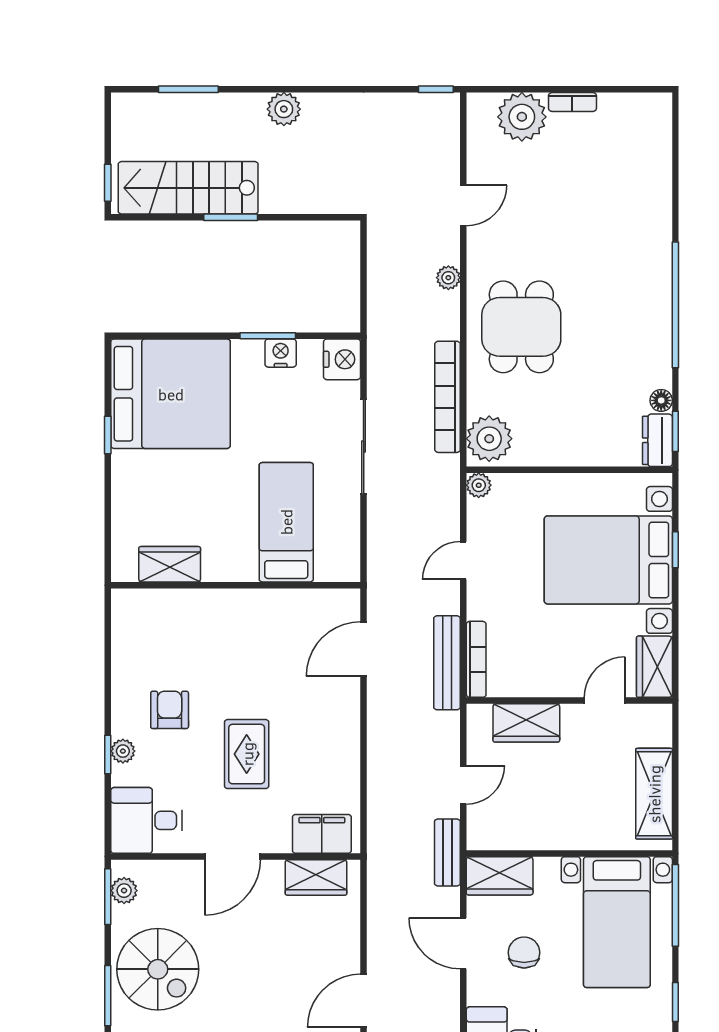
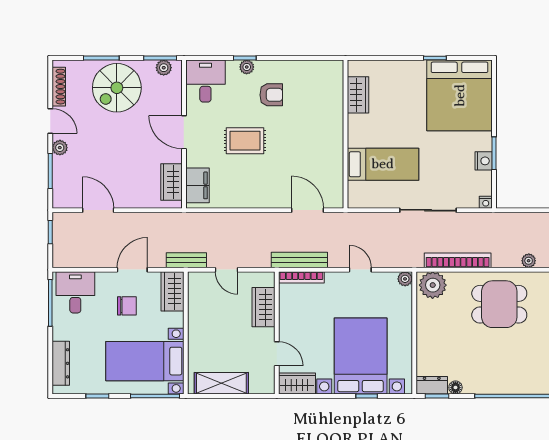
nightstand: (342, 359) -> (486, 202), width x0.53, depth x0.56

